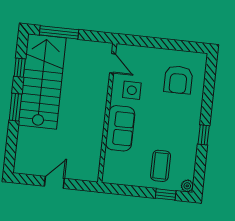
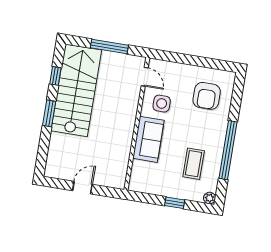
window: (59, 32) -> (109, 47), moved
window: (204, 135) -> (228, 150), width x3.17
coffee table: (161, 166) -> (194, 164), moved
window: (166, 194) -> (175, 203), moved

